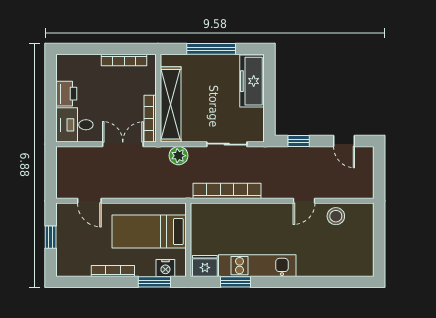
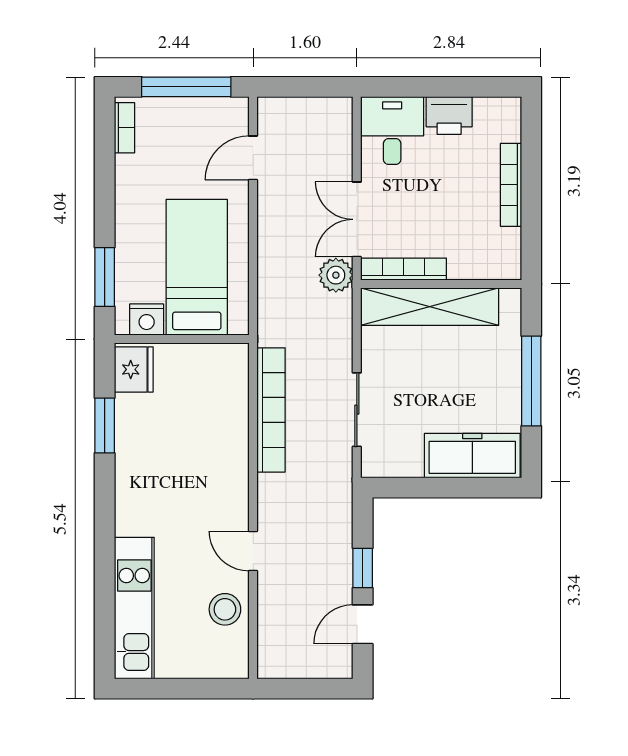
bookcase: (124, 60) -> (511, 185), moved
window: (299, 141) -> (363, 568), moved
double door: (123, 144) -> (357, 219), swing flipped
plant: (179, 156) -> (336, 275), moved
window: (51, 237) -> (186, 87), width x2.17
kitchen unit: (257, 266) -> (134, 608), moved
nightstand: (165, 268) -> (147, 320), moved, turned -90
bookcase: (113, 271) -> (124, 128), moved, width x0.64

